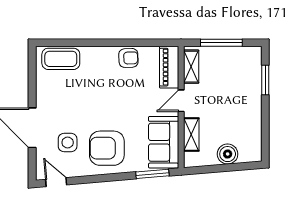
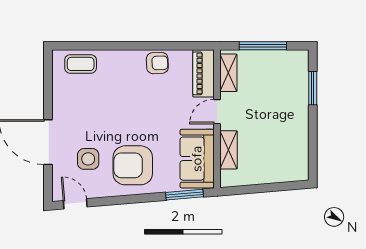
coffee table: (61, 59) -> (81, 64), width x0.73, depth x0.77
boiler: (228, 154) -> (270, 172), removed

